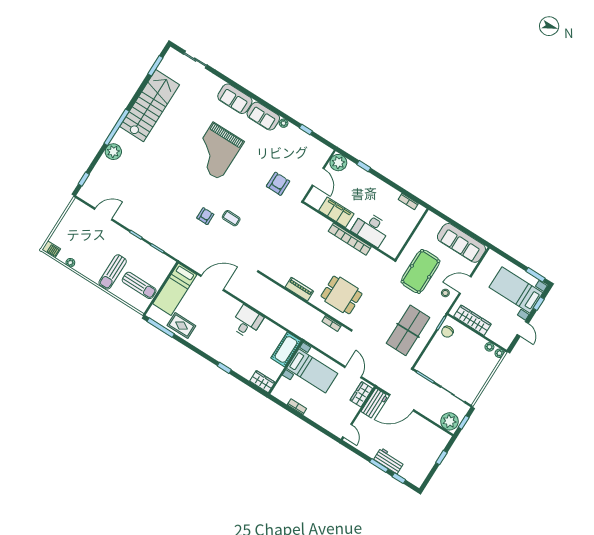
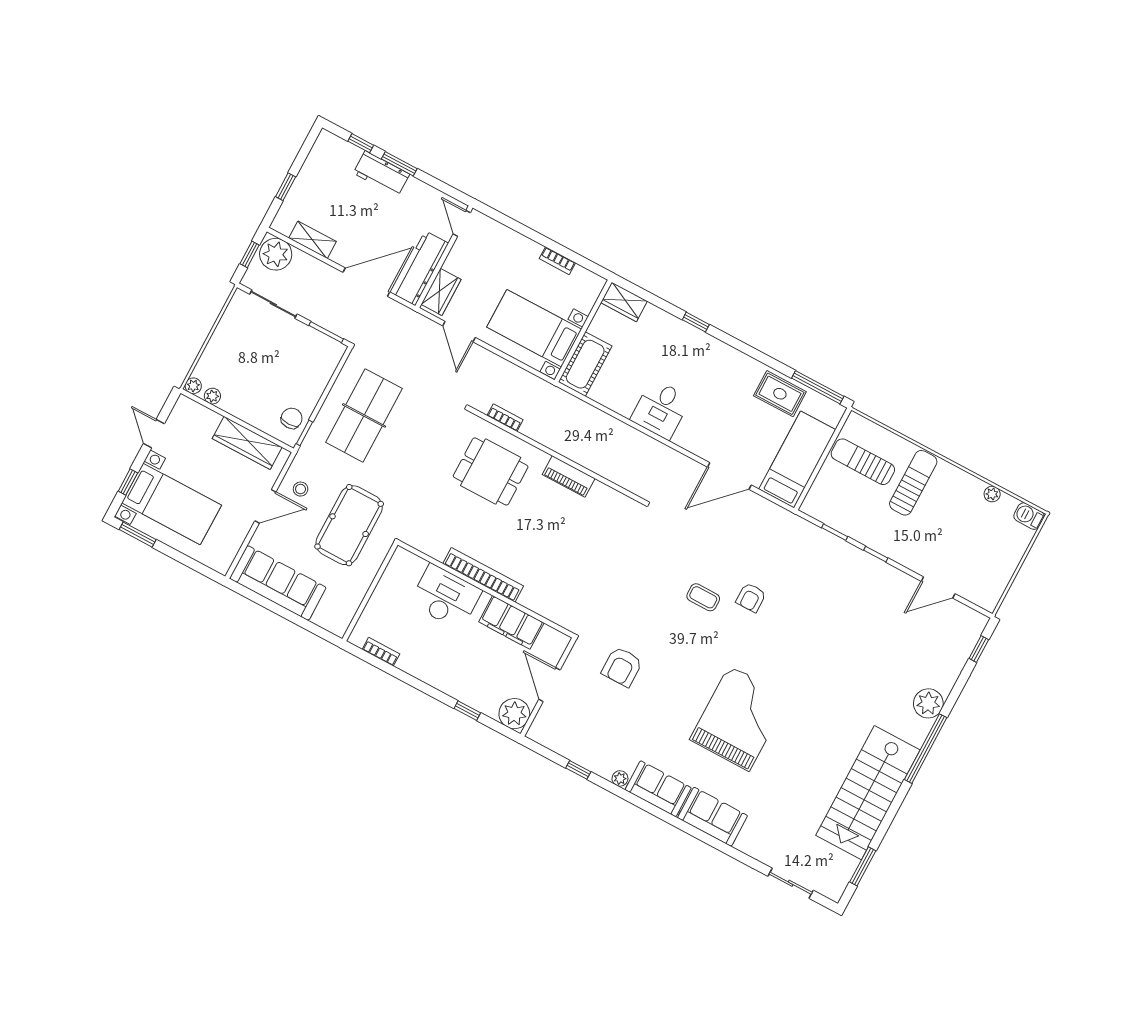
workbench: (374, 404) -> (420, 268), width x1.37
shelving: (429, 428) -> (312, 240), added

